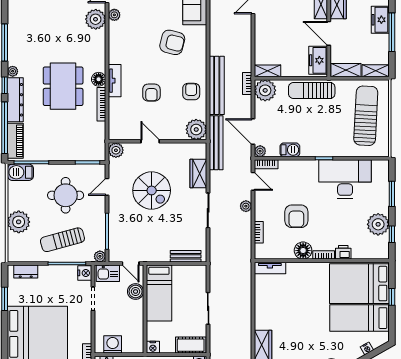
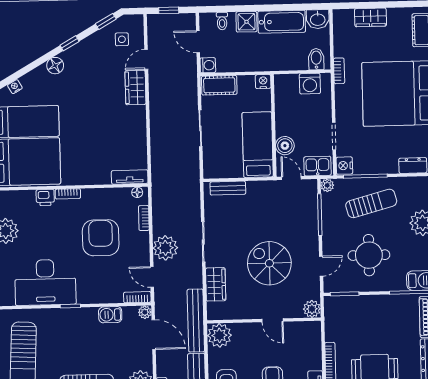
plant: (246, 206) -> (165, 248), width x1.88, depth x1.88
armchair: (296, 216) -> (101, 238), width x1.36, depth x1.36
floor lamp: (303, 251) -> (137, 192), moved, width x0.53, depth x0.53

